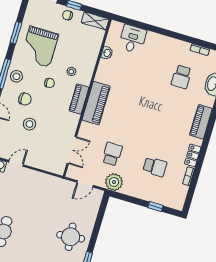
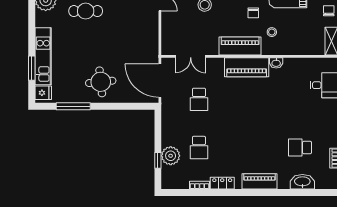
washbasin: (107, 53) -> (276, 63), moved
piano: (79, 99) -> (240, 46), width x1.37, depth x1.33
school desk: (112, 154) -> (199, 99), turned 90
plant: (114, 182) -> (171, 156), moved
door: (85, 184) -> (160, 81), width x1.87

